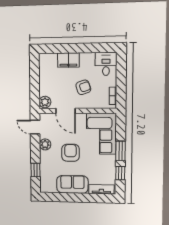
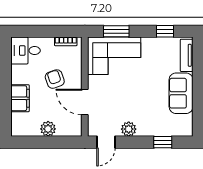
plant: (45, 102) -> (48, 129), moved
door: (66, 111) -> (85, 102), swing flipped
window: (120, 151) -> (116, 31), moved
armchair: (70, 153) -> (139, 96), removed

